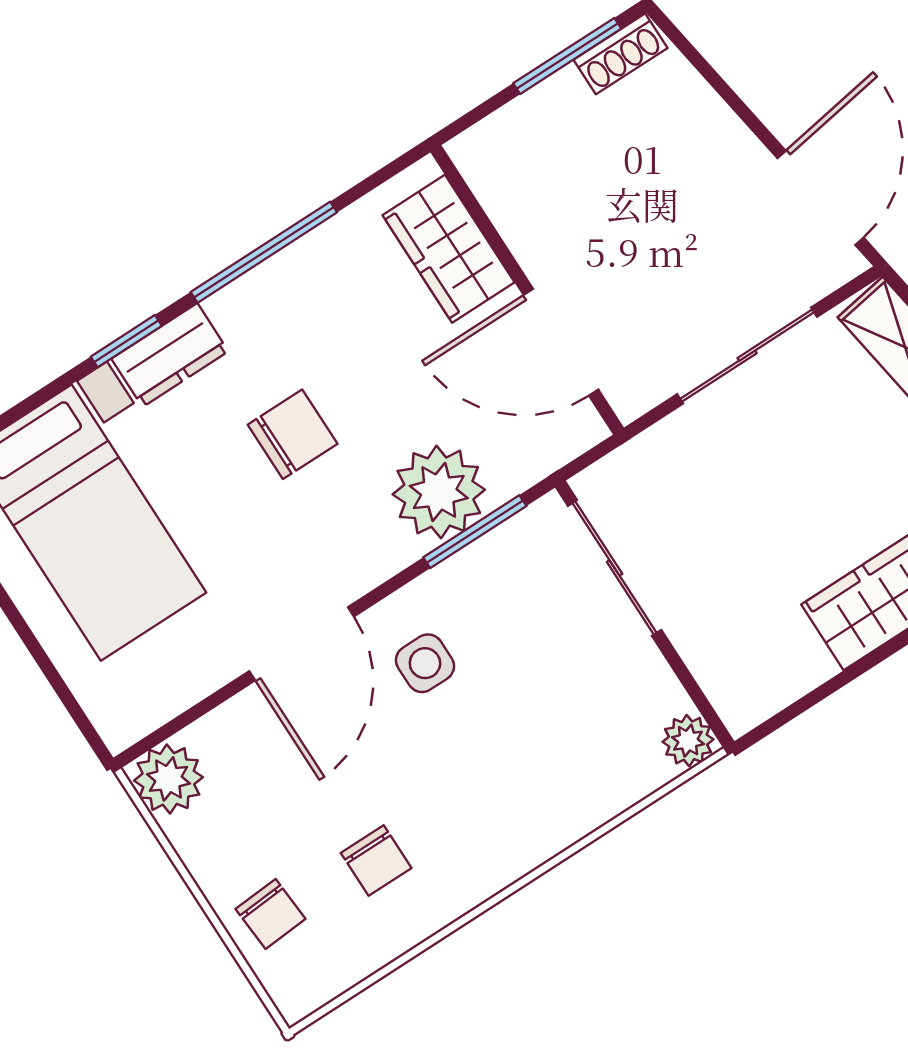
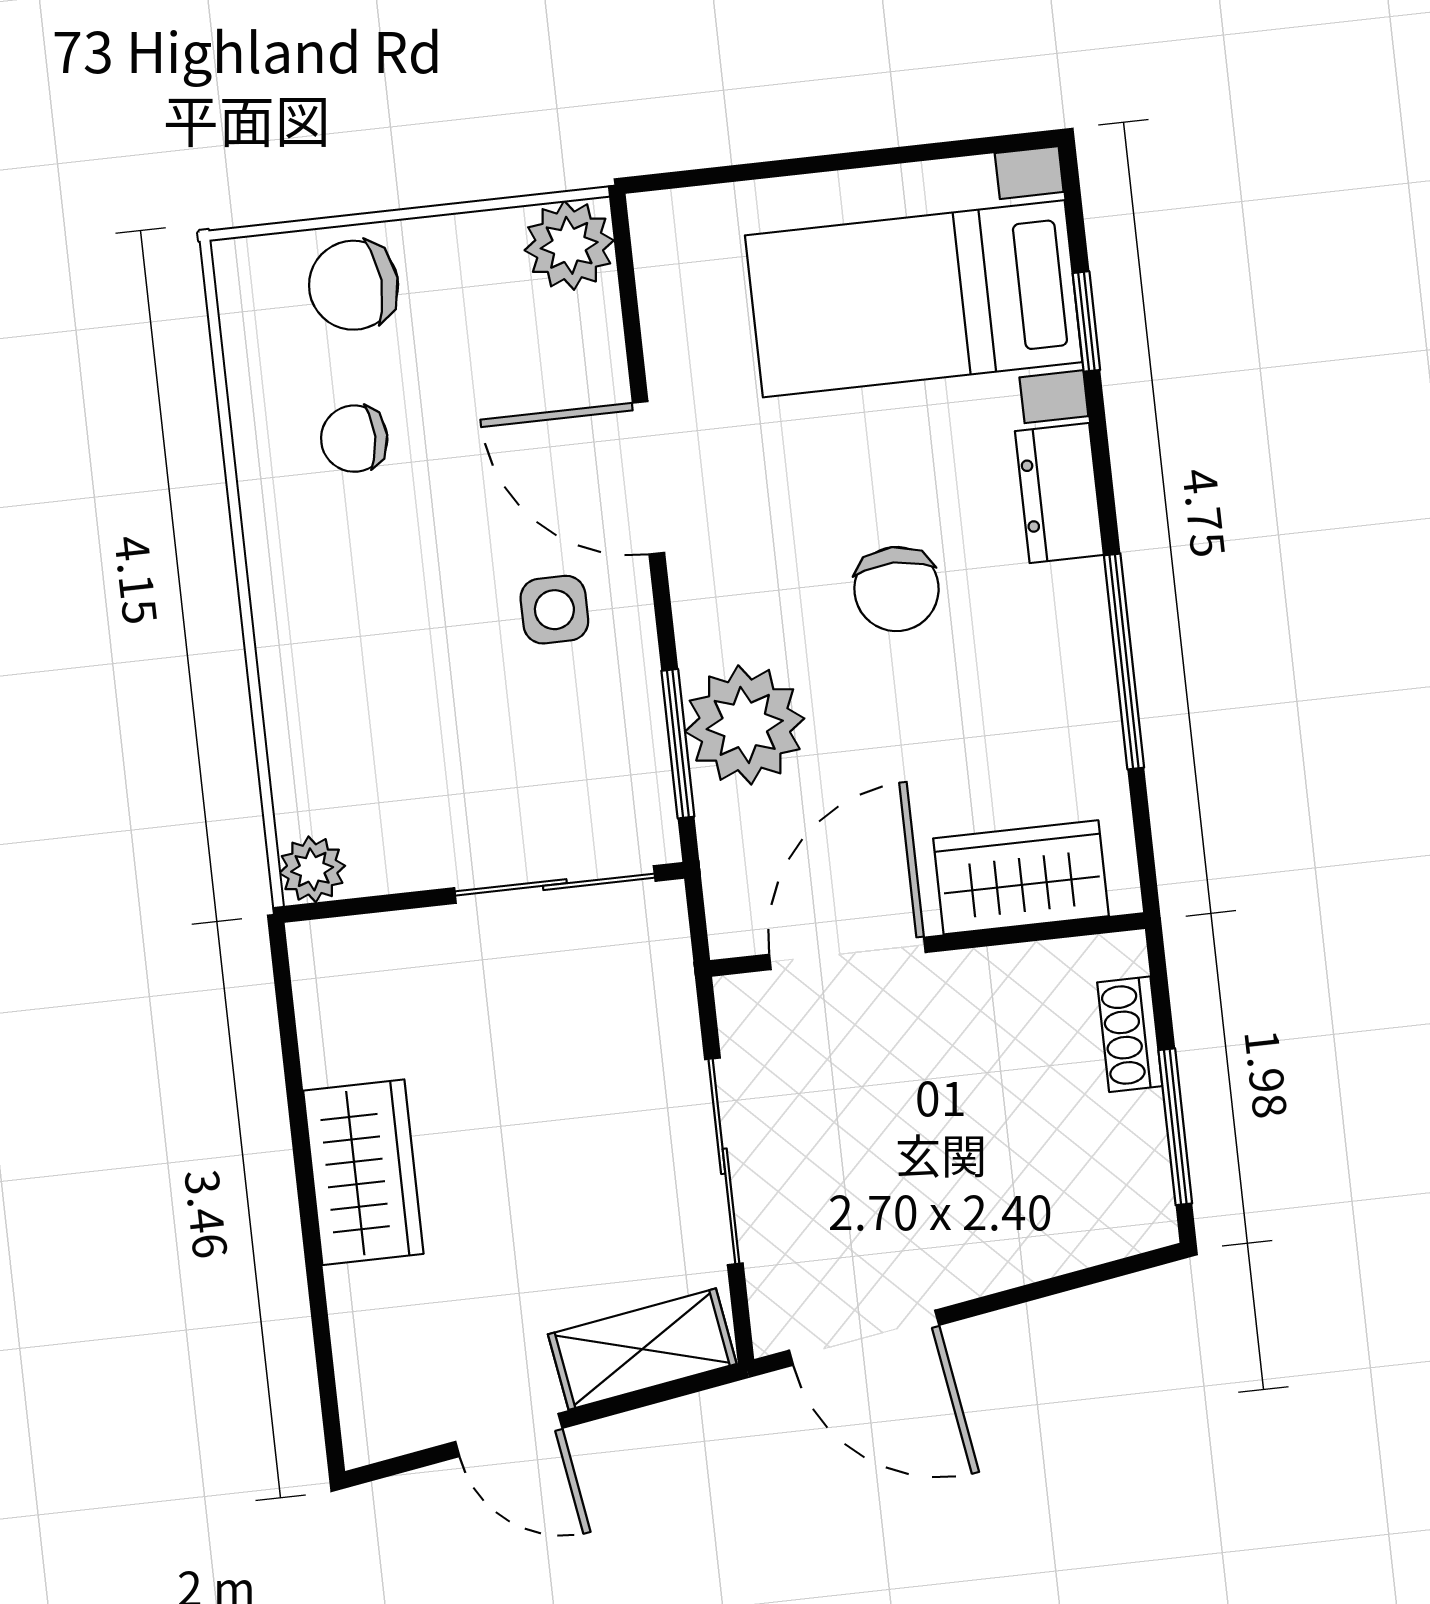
shoe rack: (621, 54) -> (1130, 1034), moved
window: (126, 341) -> (1086, 321), moved
chair: (271, 914) -> (354, 285), width x1.37, depth x1.37

